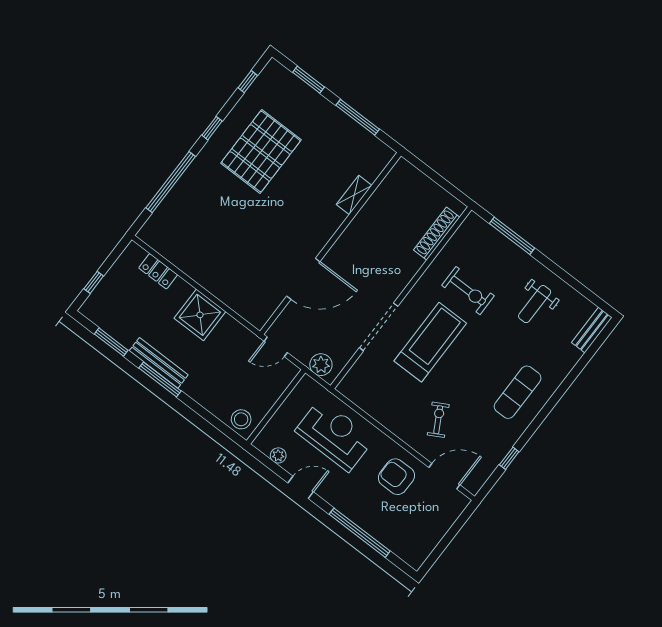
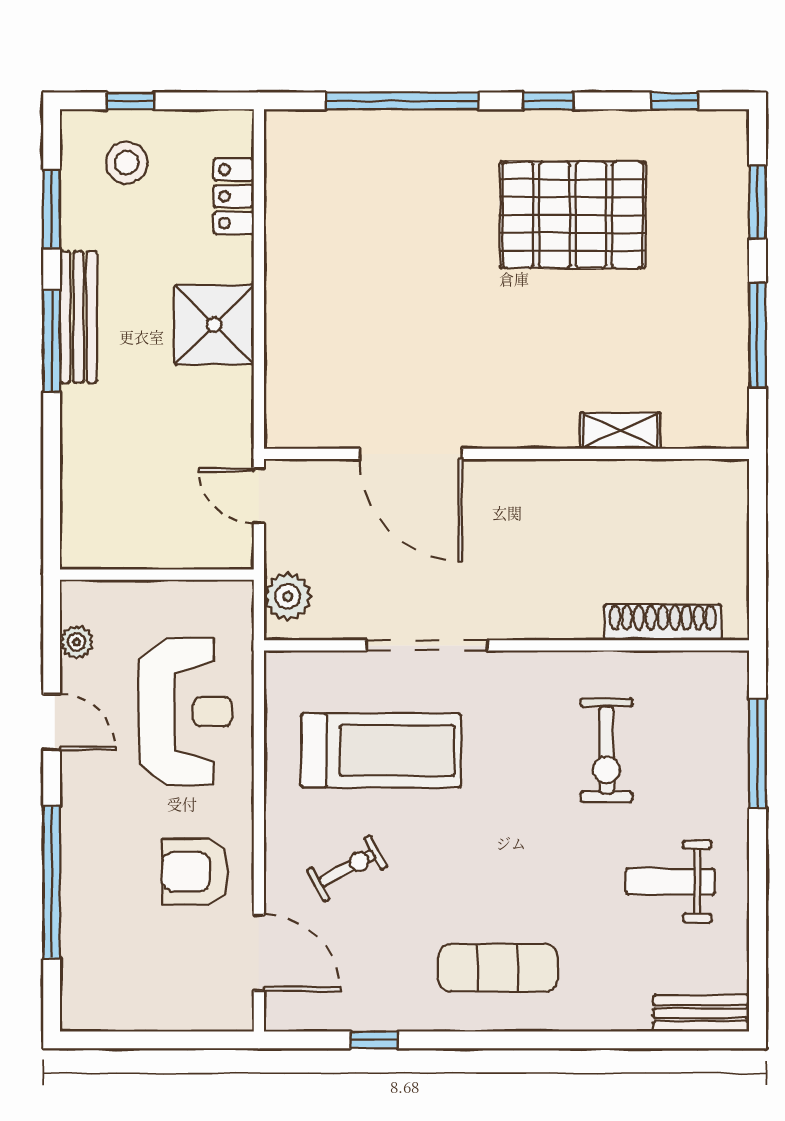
treadmill: (430, 342) -> (381, 750), moved
stool: (241, 419) -> (127, 163), moved
armchair: (396, 477) -> (195, 872), turned -90

